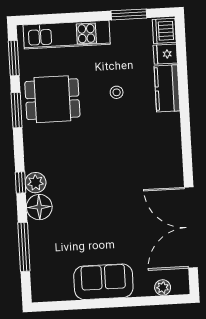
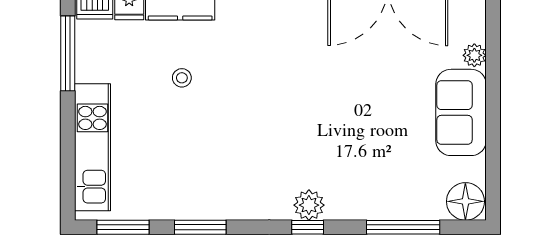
window: (129, 14) -> (68, 53), width x1.44
dining table: (52, 99) -> (187, 173), removed
floor lamp: (39, 207) -> (465, 201), moved
plant: (163, 288) -> (474, 55), moved

